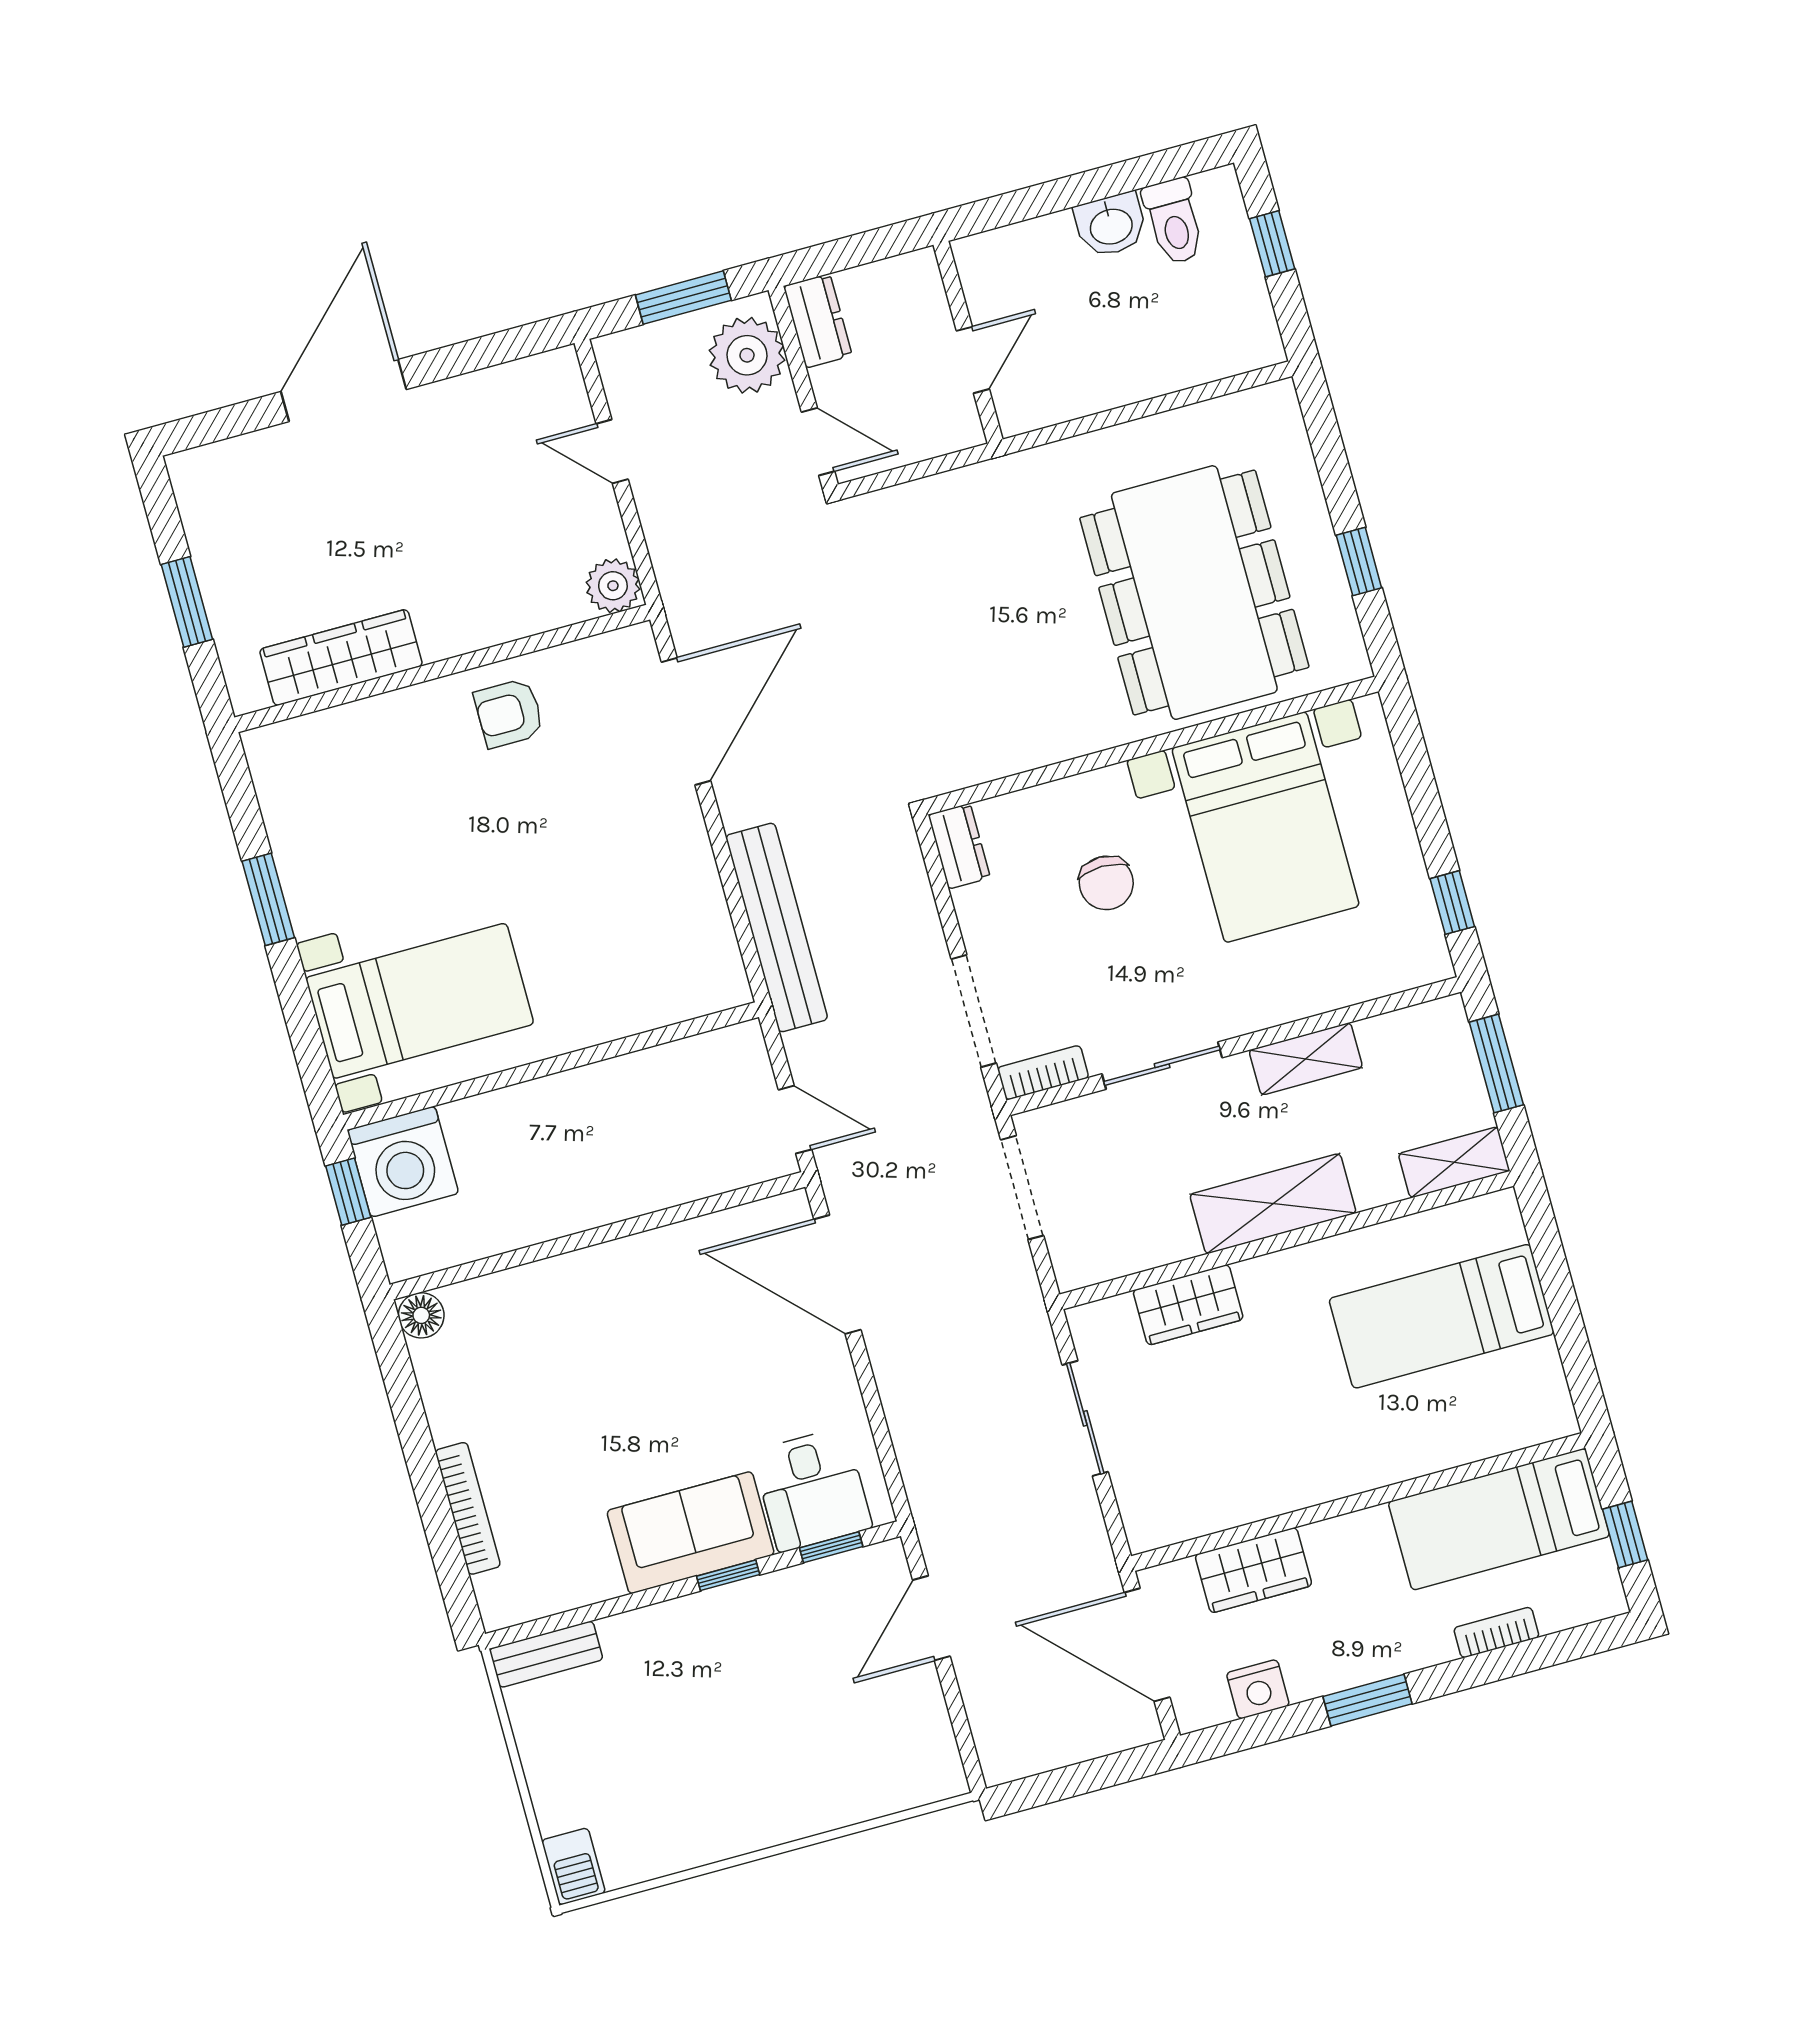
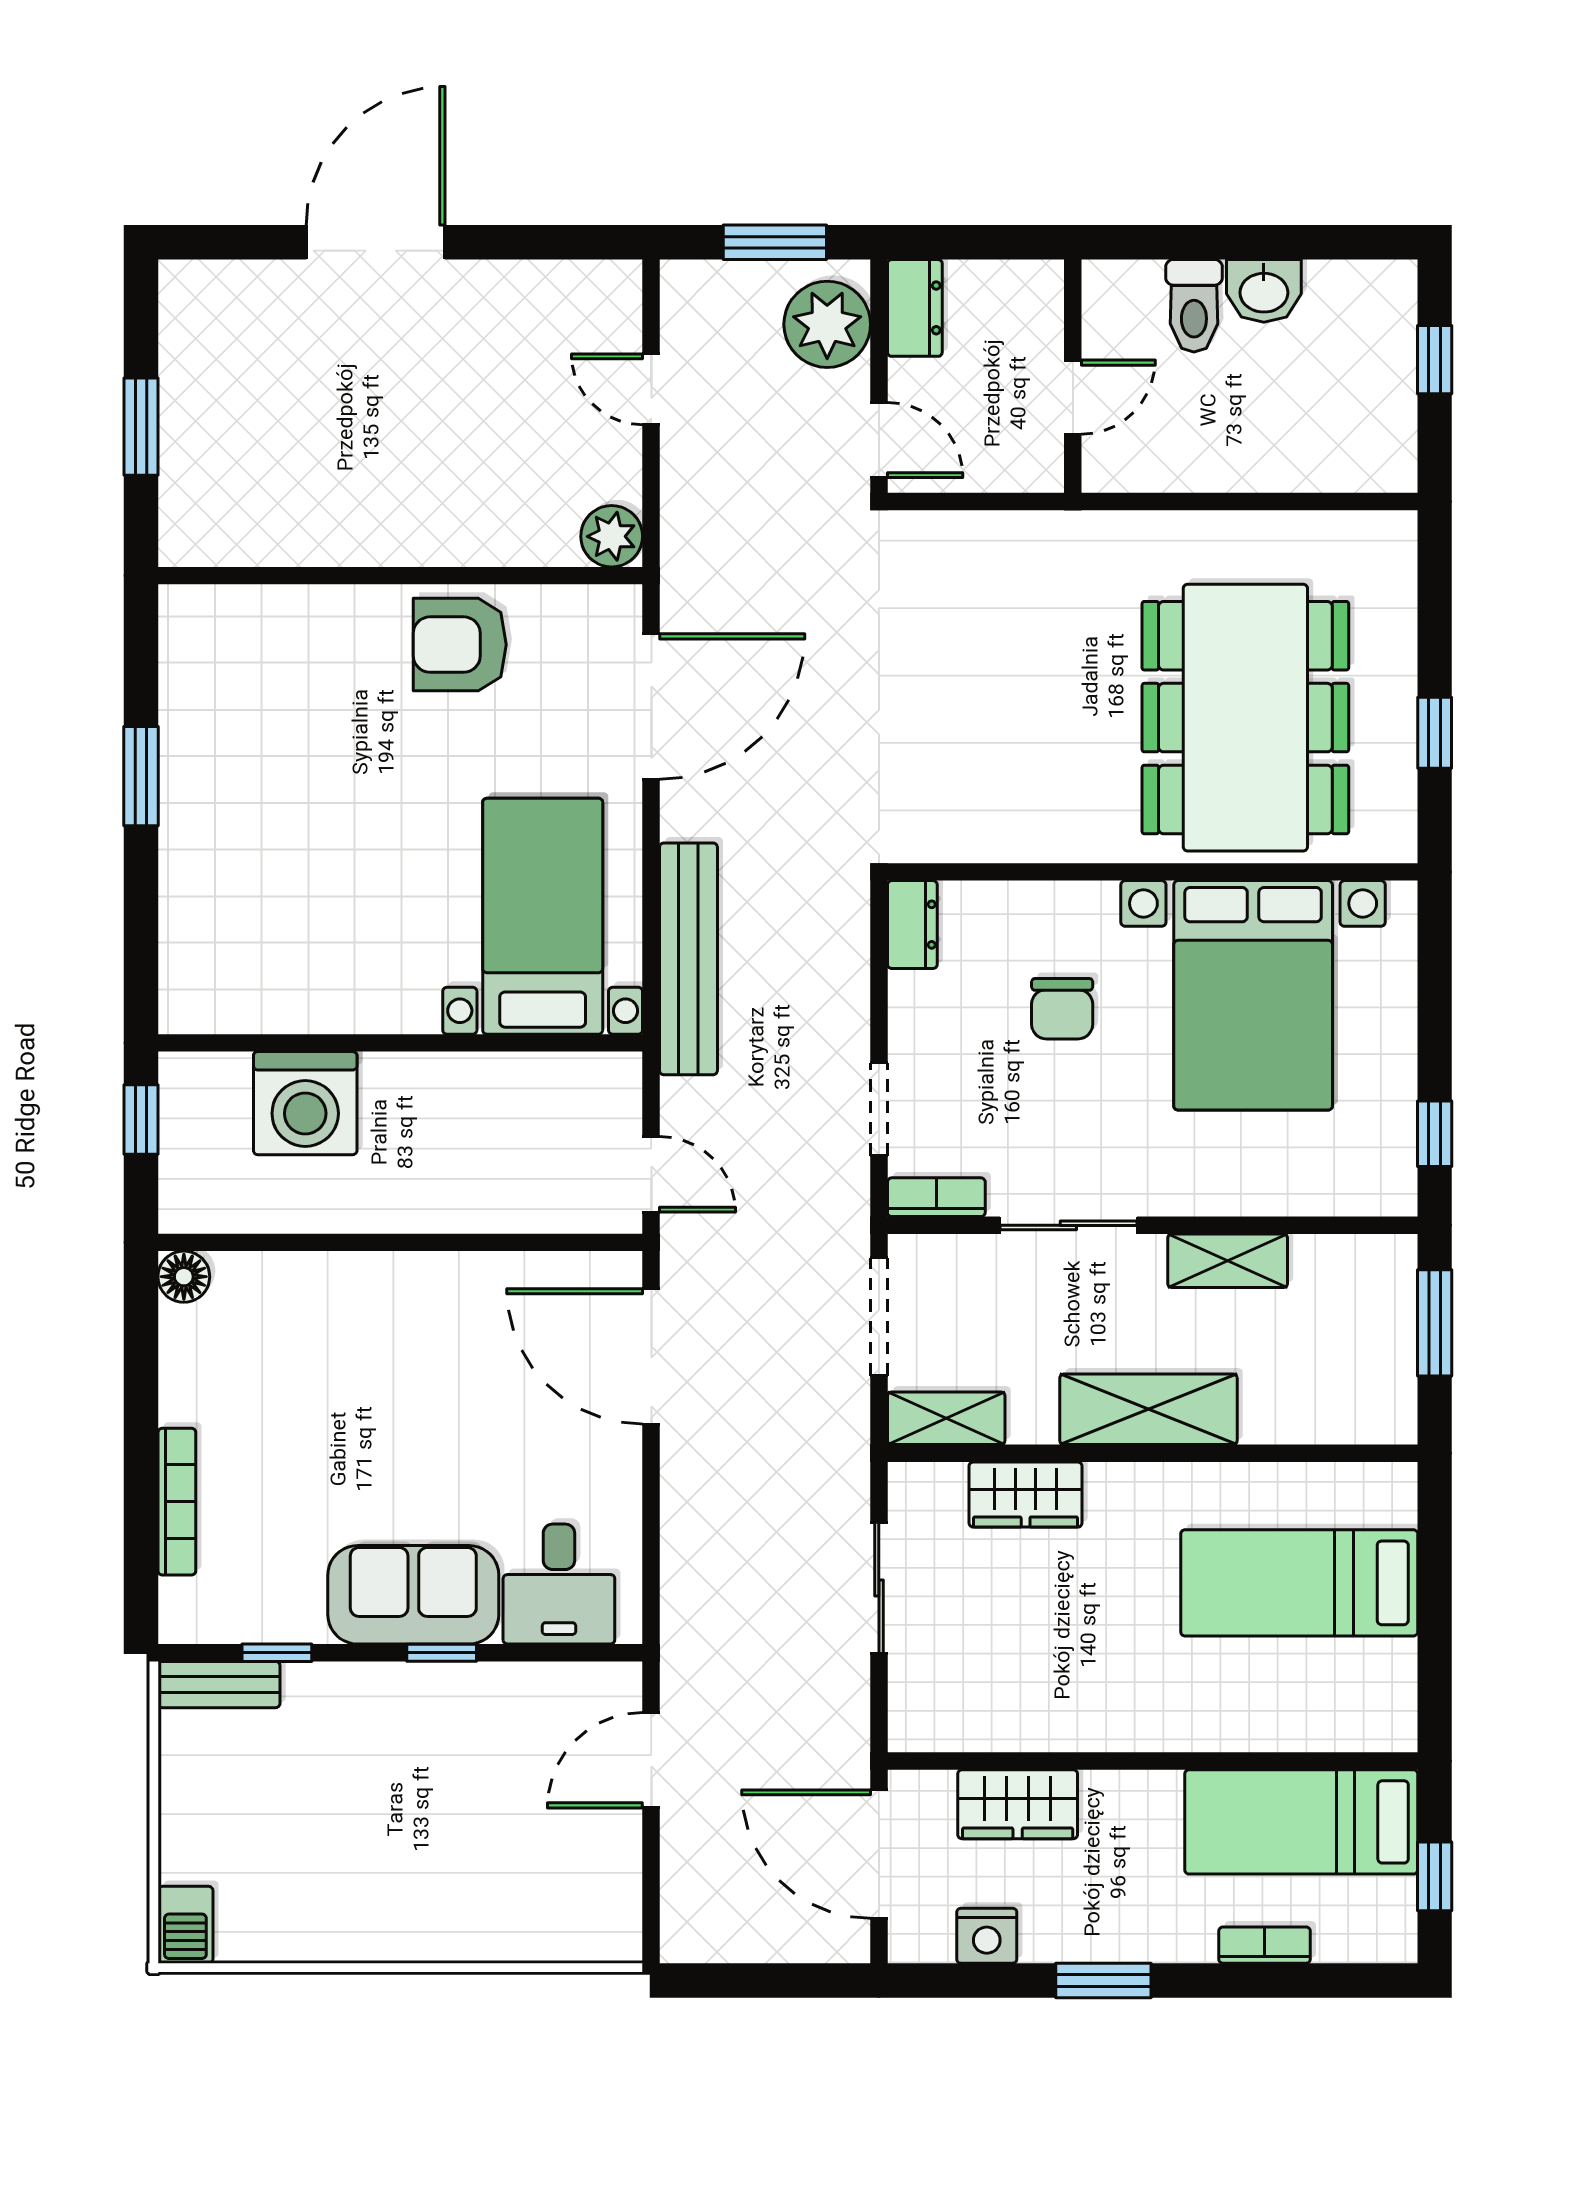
toilet: (1174, 221) -> (1194, 306), moved
wardrobe: (341, 657) -> (293, 533), removed
armchair: (509, 713) -> (460, 645), width x1.38, depth x1.38
bed with nightstands: (420, 1001) -> (543, 916), moved, turned -90
doorway: (974, 1011) -> (879, 1109), width x0.73
washing machine: (403, 1162) -> (305, 1103), moved
shelving: (1454, 1162) -> (946, 1418), moved
window: (831, 1547) -> (277, 1653), moved

